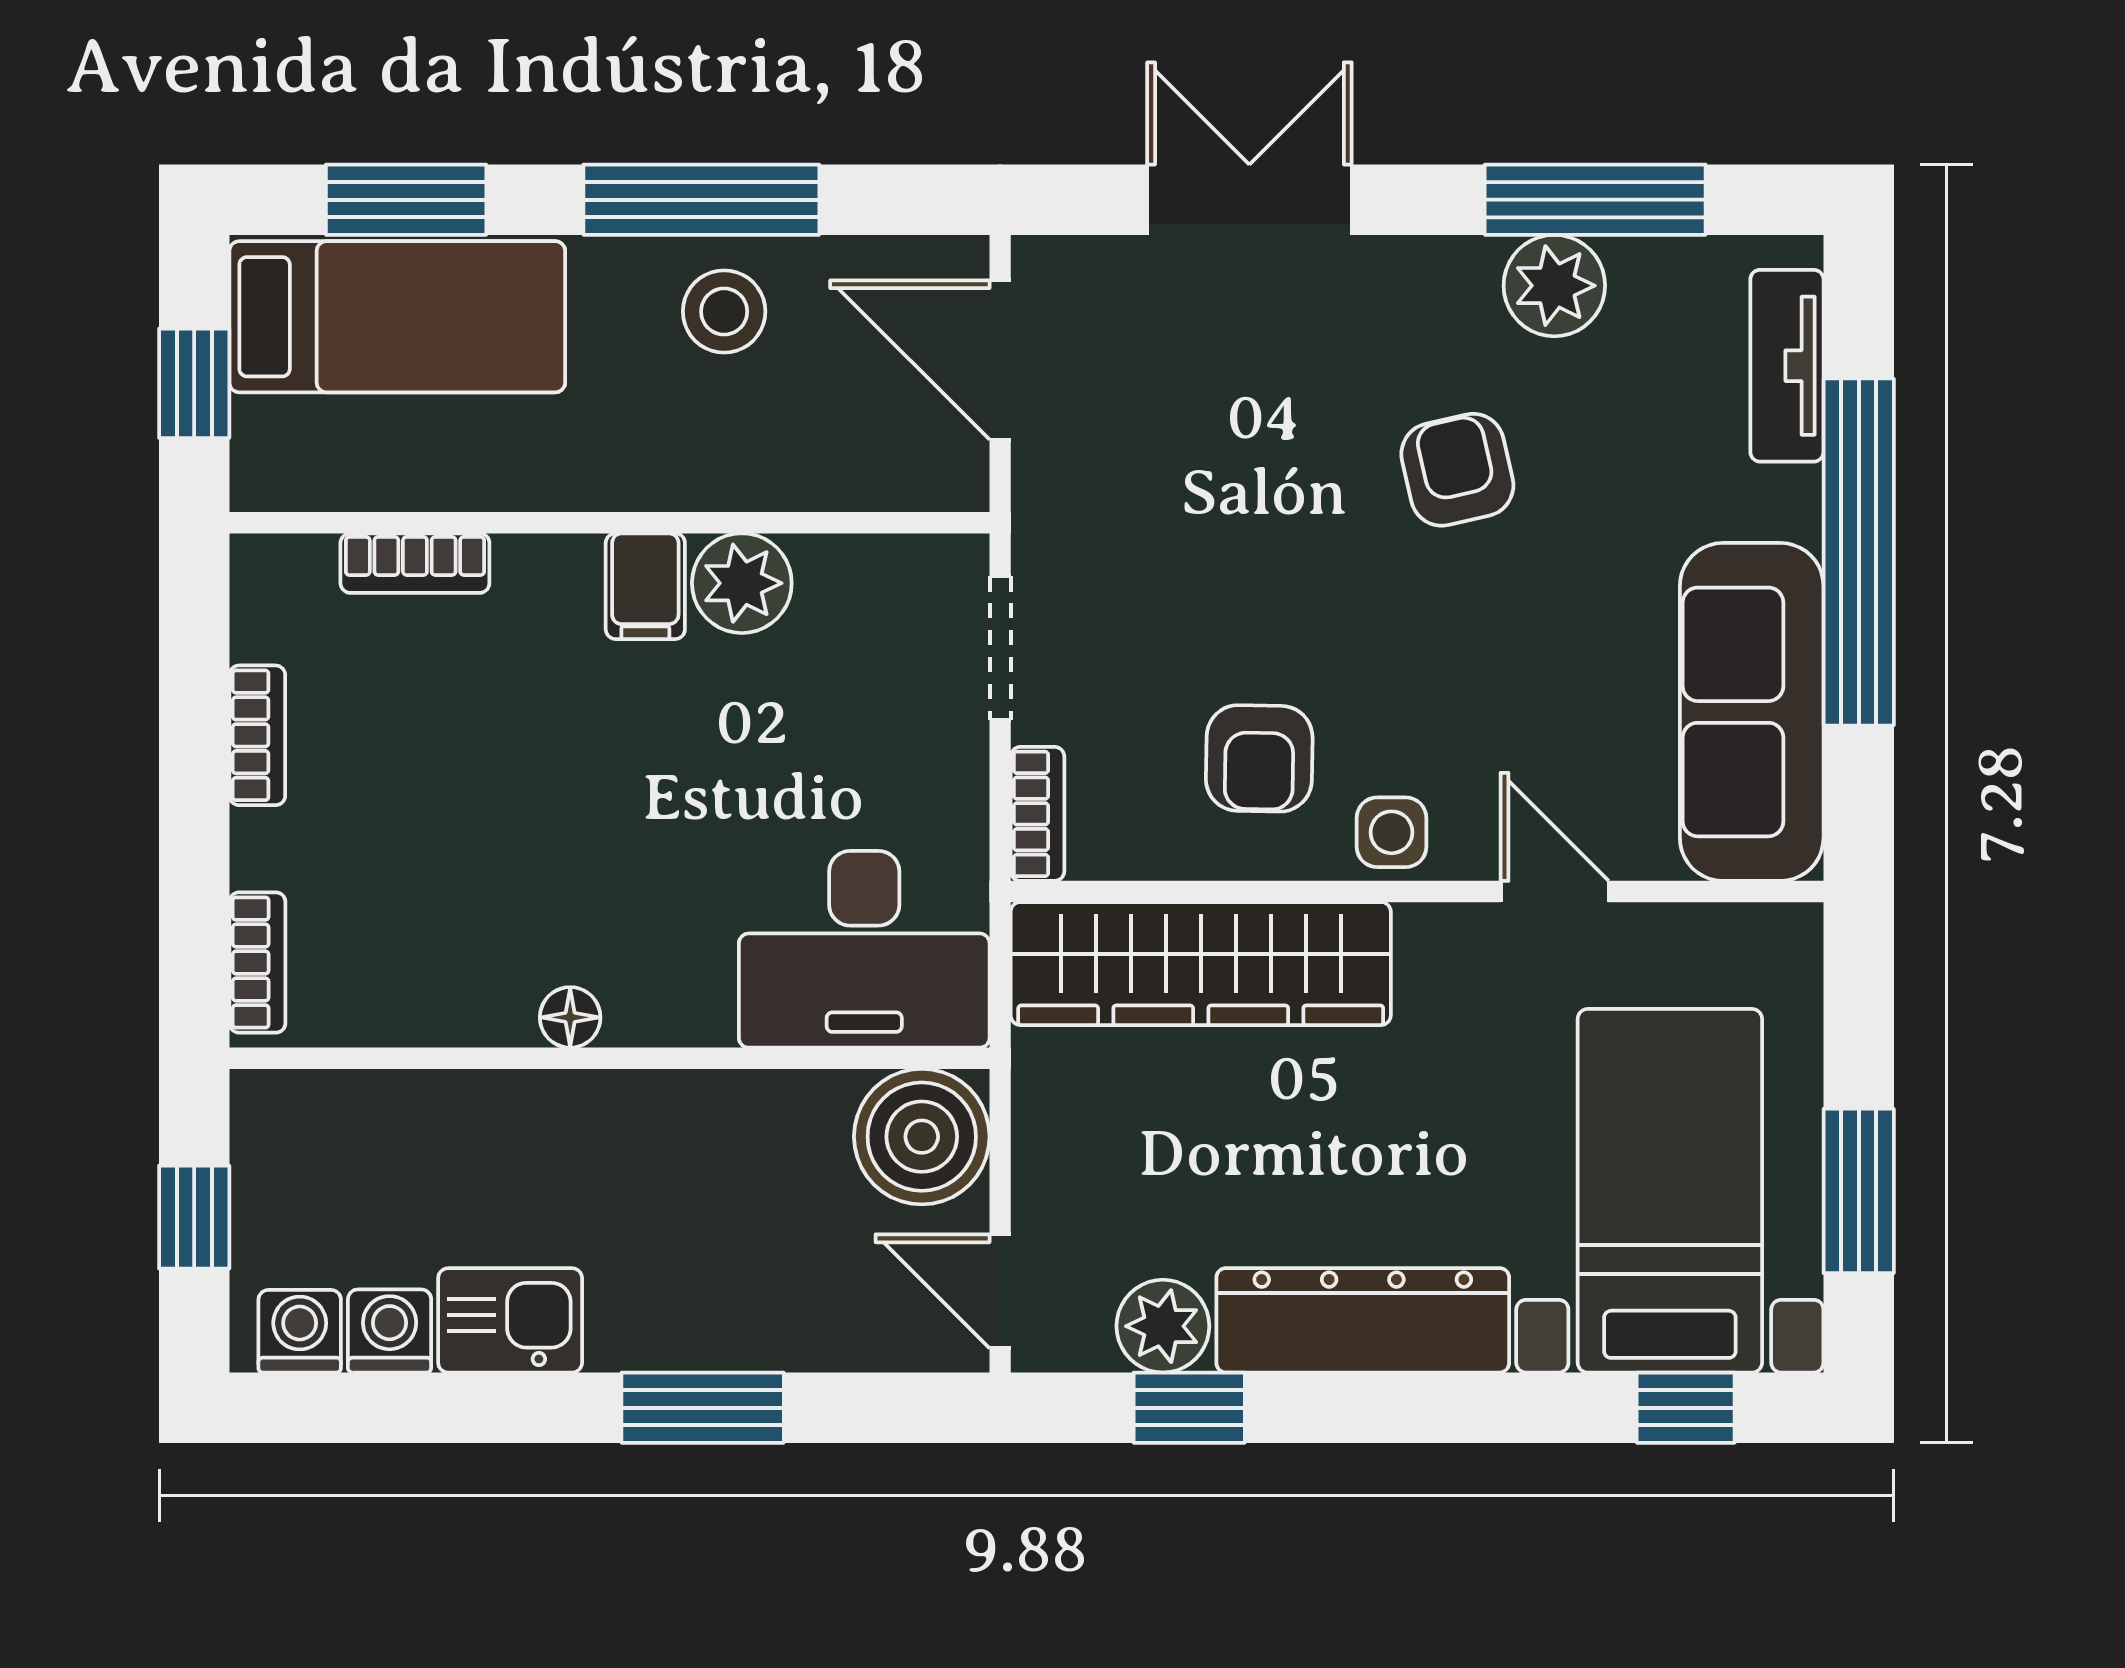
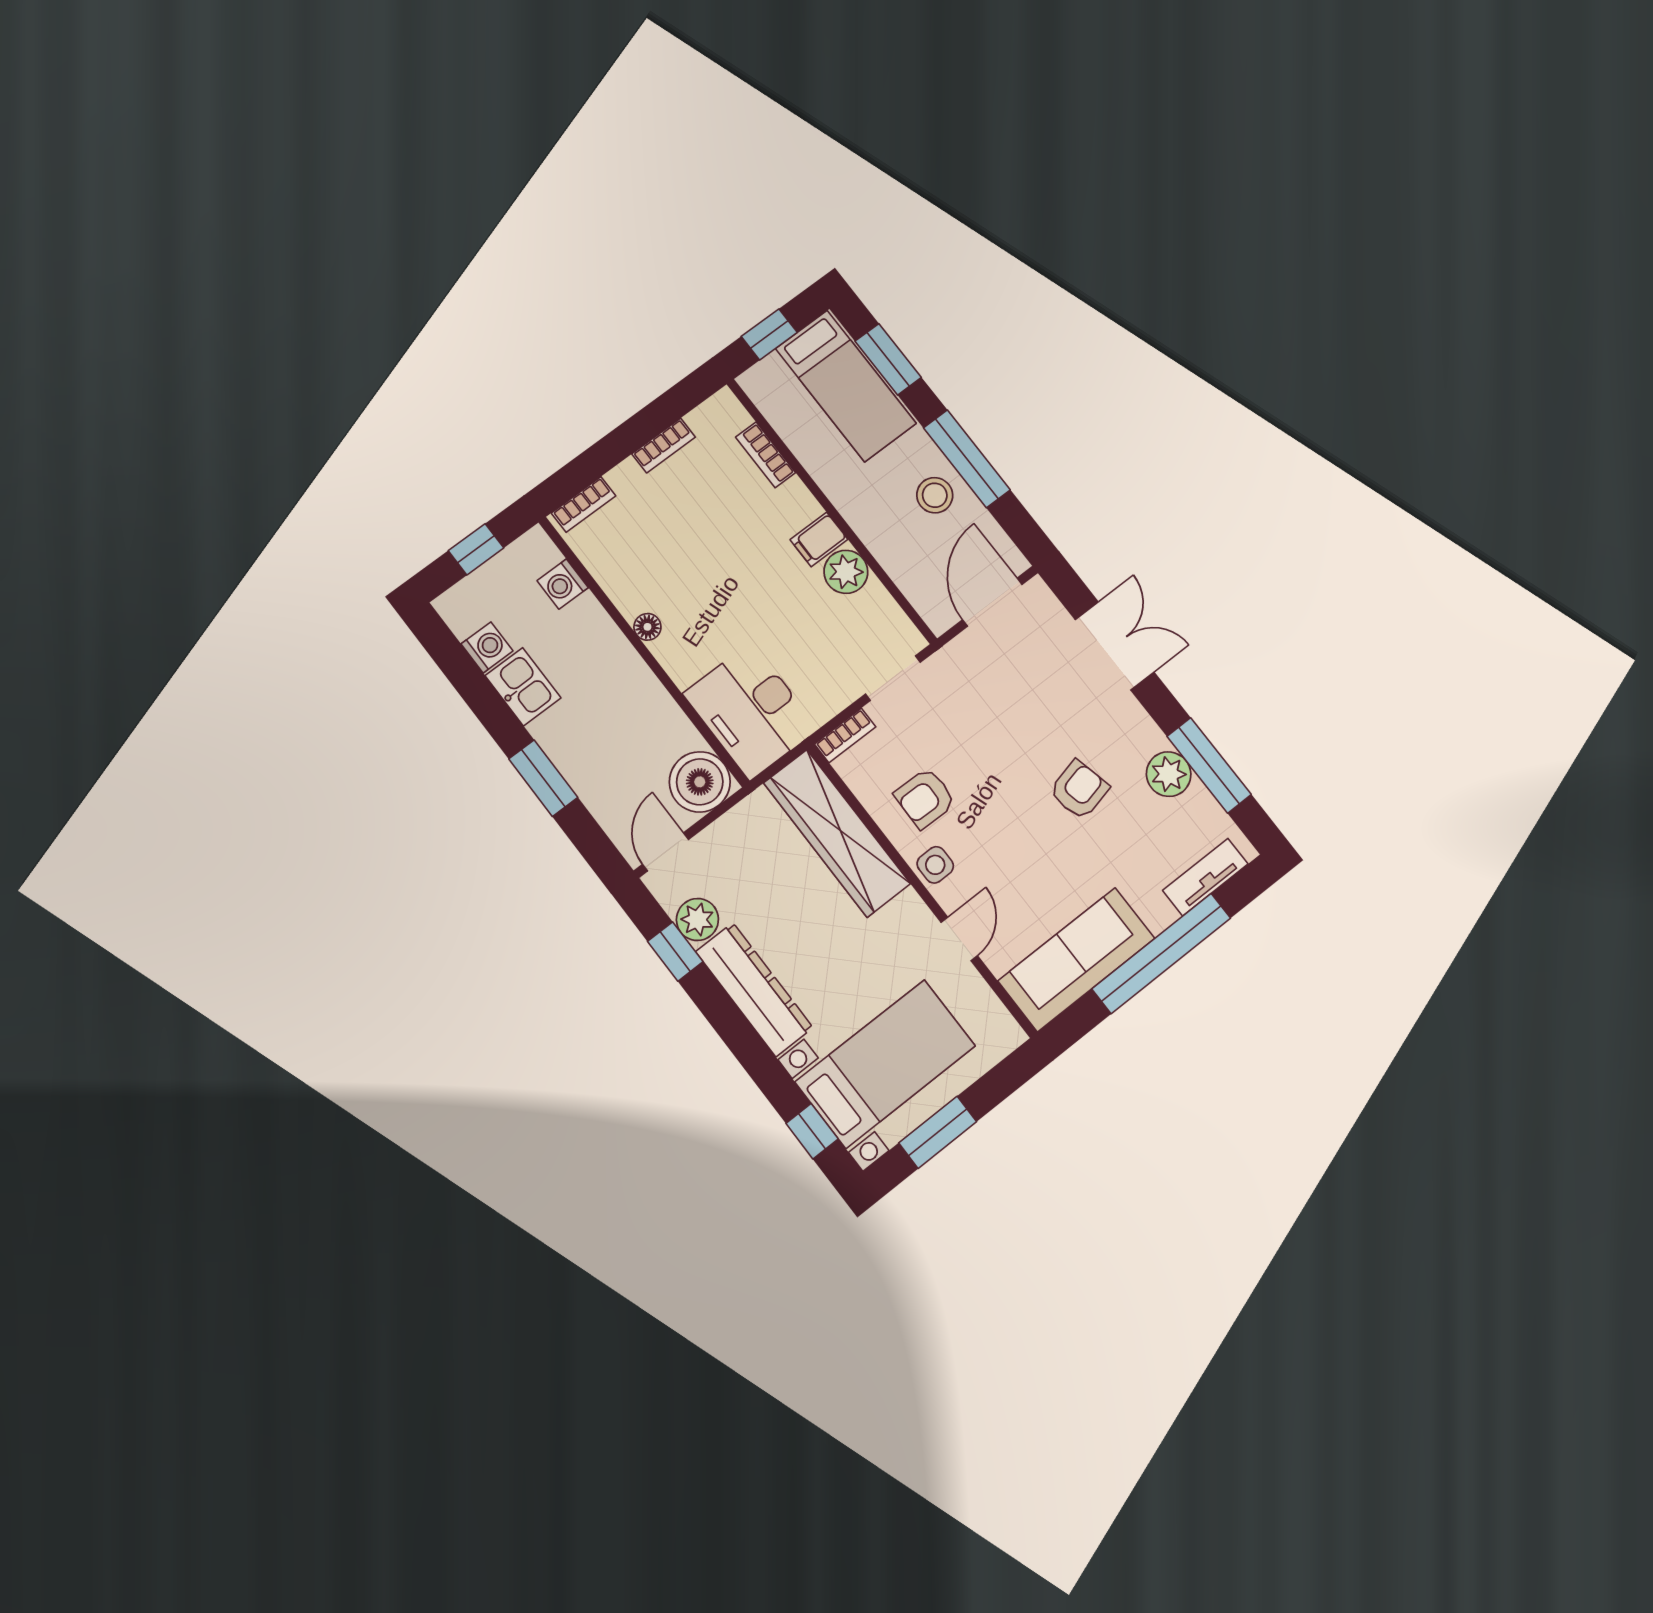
washing machine: (300, 1331) -> (563, 584), moved, turned 180

